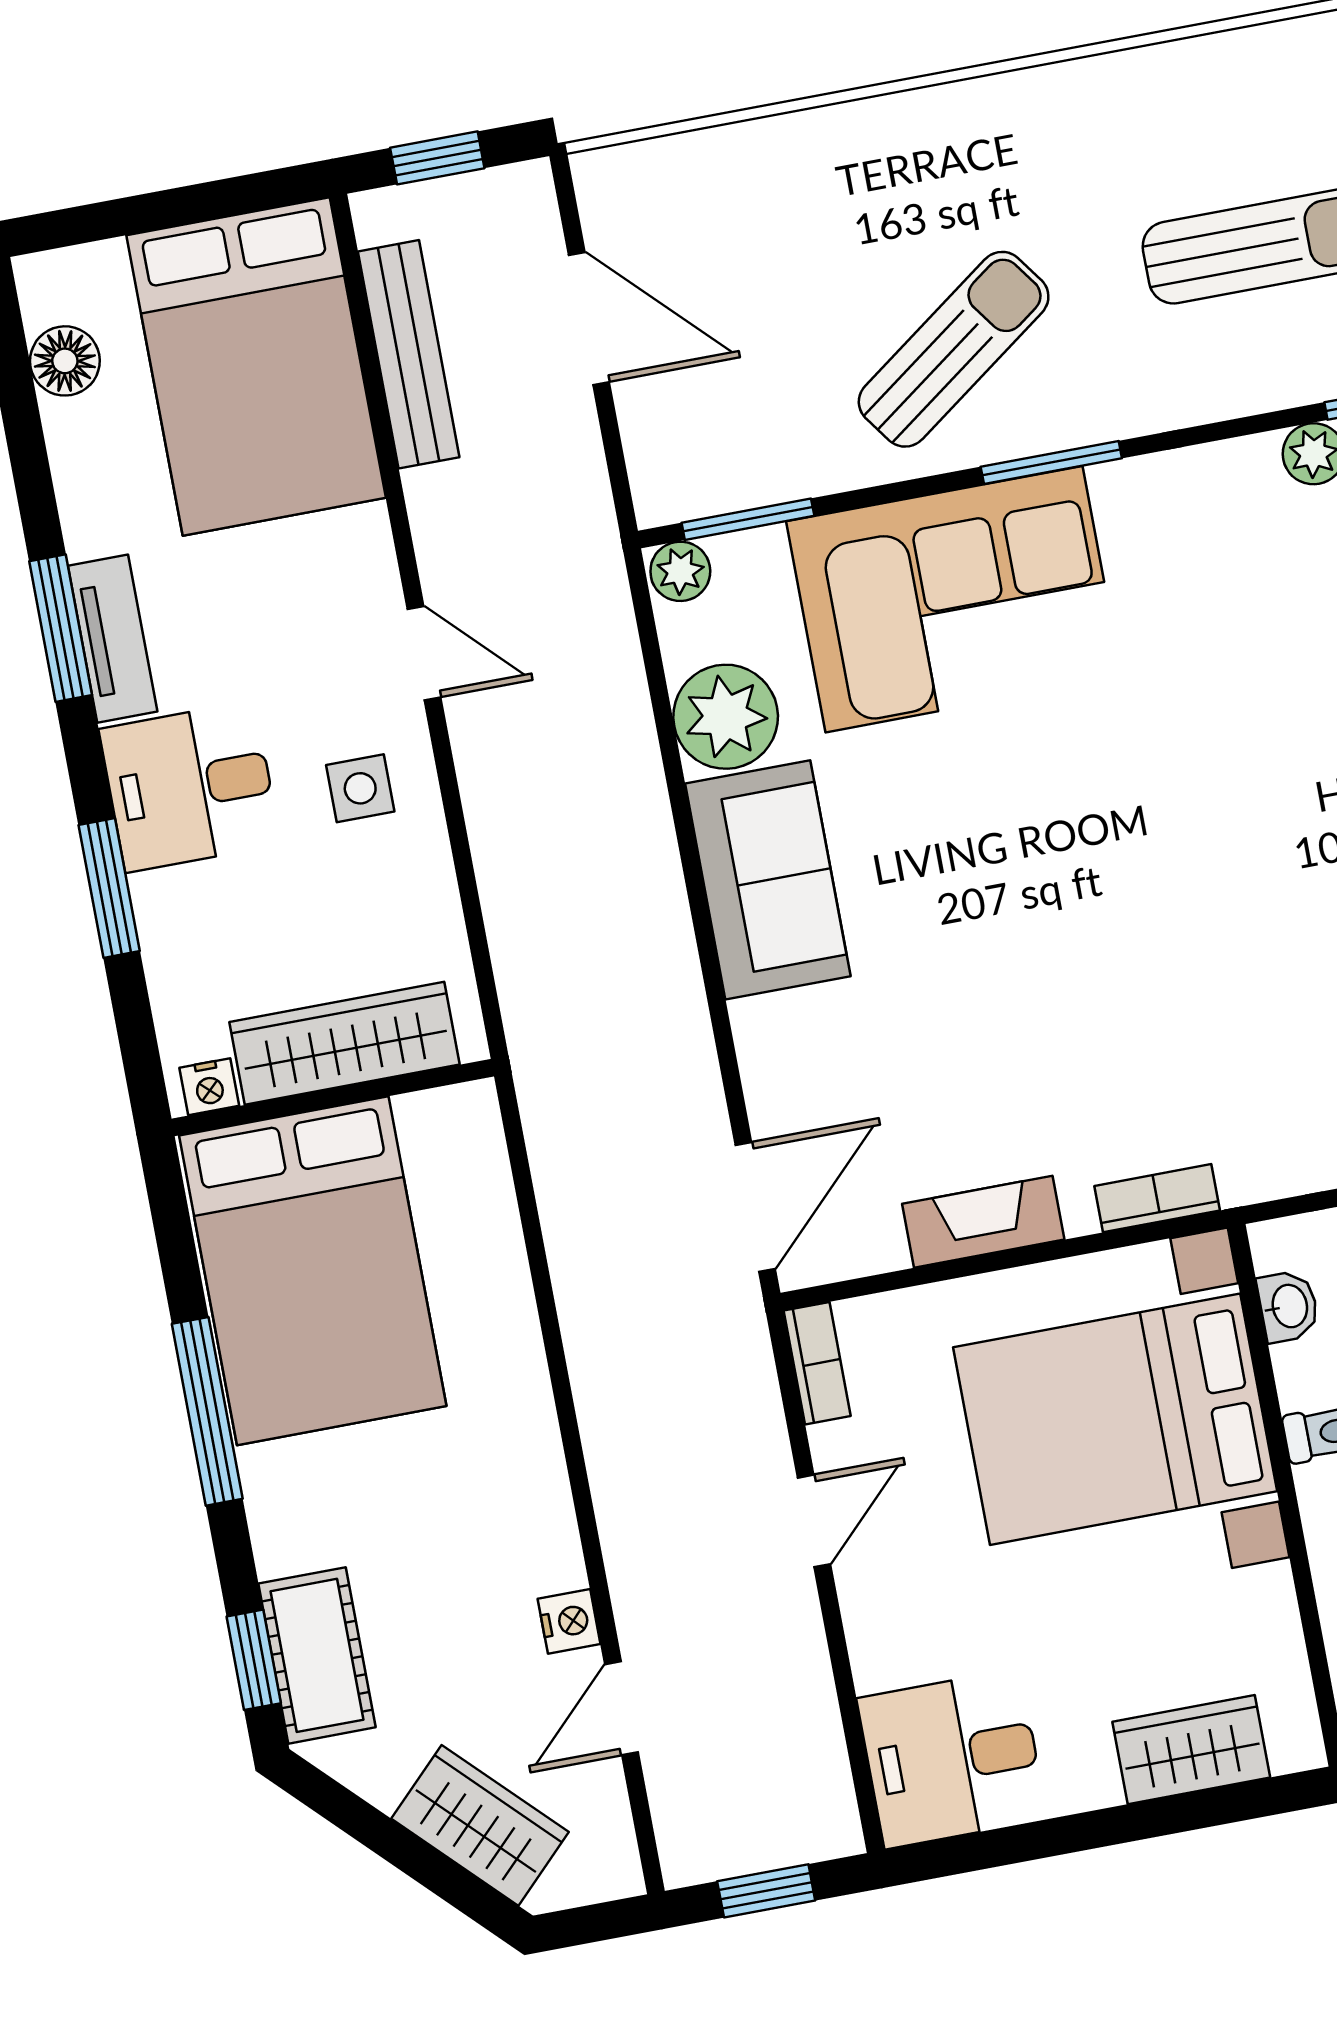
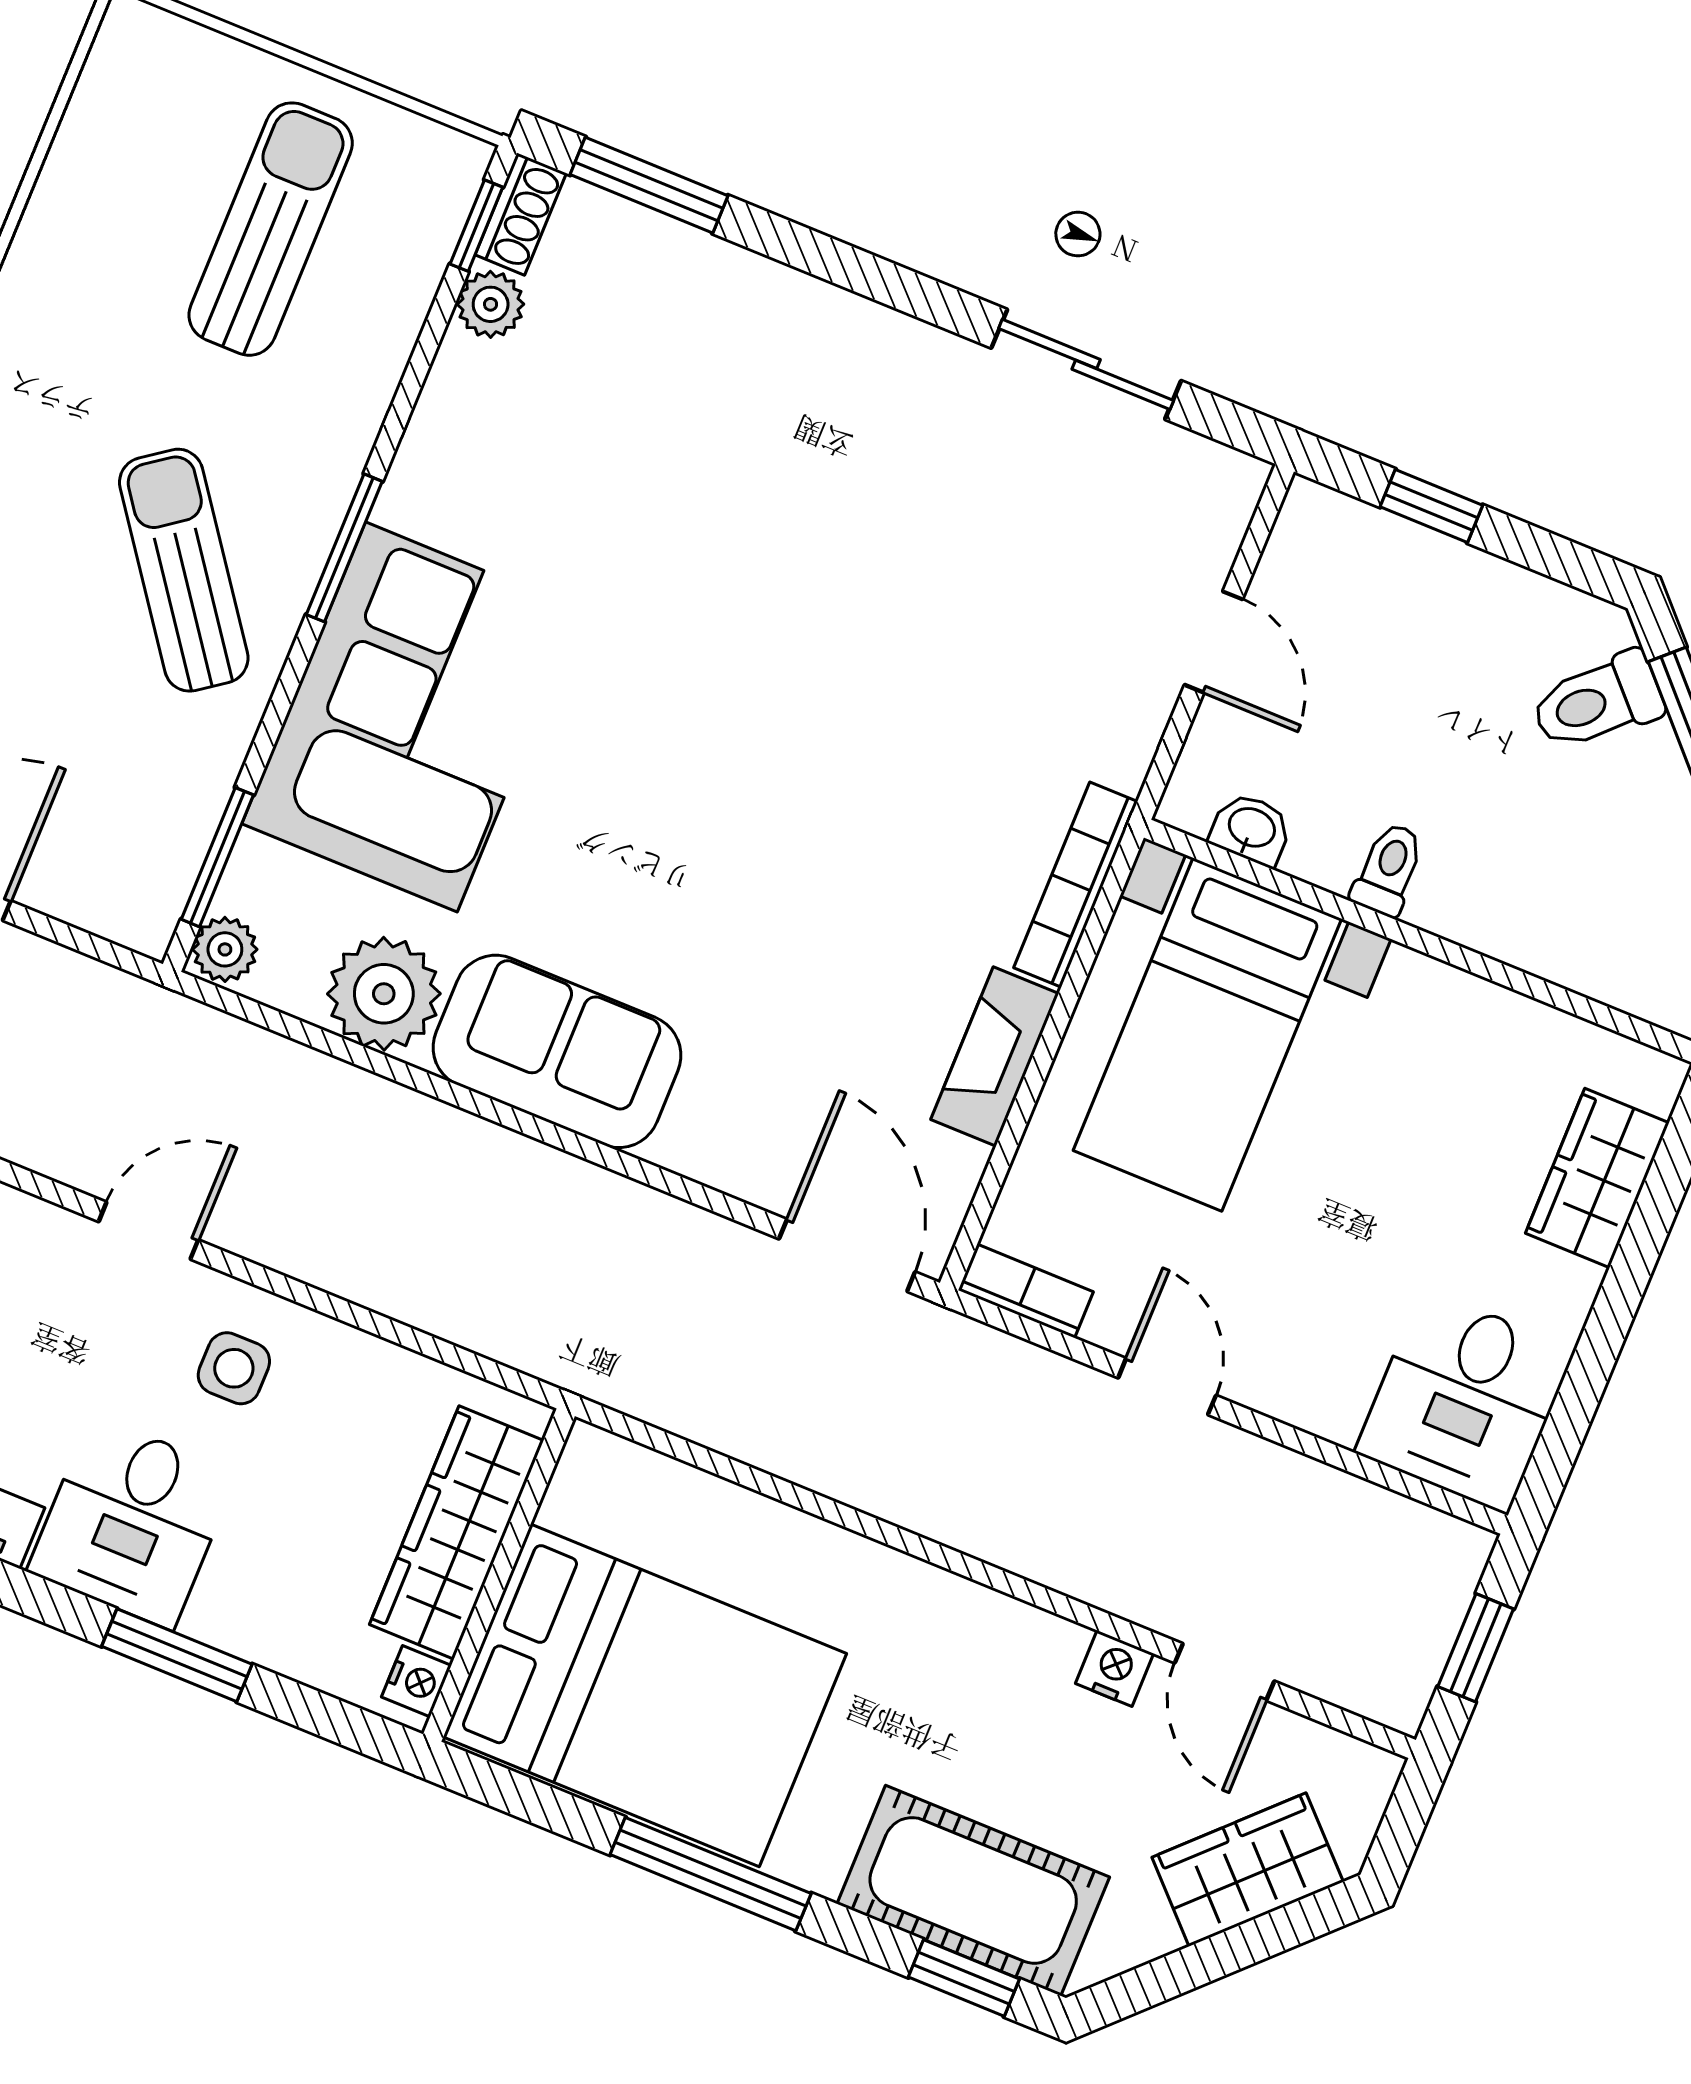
bookcase: (1157, 1198) -> (1076, 885), width x1.56
bed with nightstands: (1115, 1419) -> (1207, 1035), width x0.73
cot: (317, 1655) -> (973, 1890), width x1.37, depth x1.34

